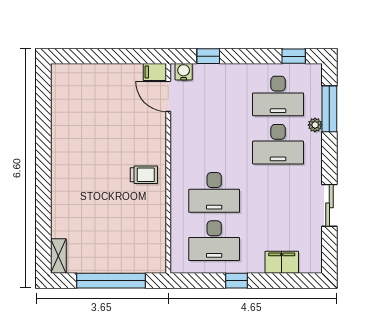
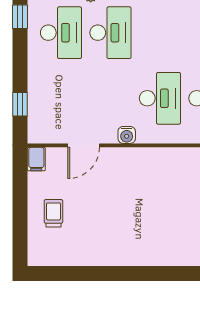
water cooler: (184, 72) -> (127, 135), moved, turned -90
door: (168, 96) -> (84, 145), moved
trolley: (144, 175) -> (53, 213), moved

